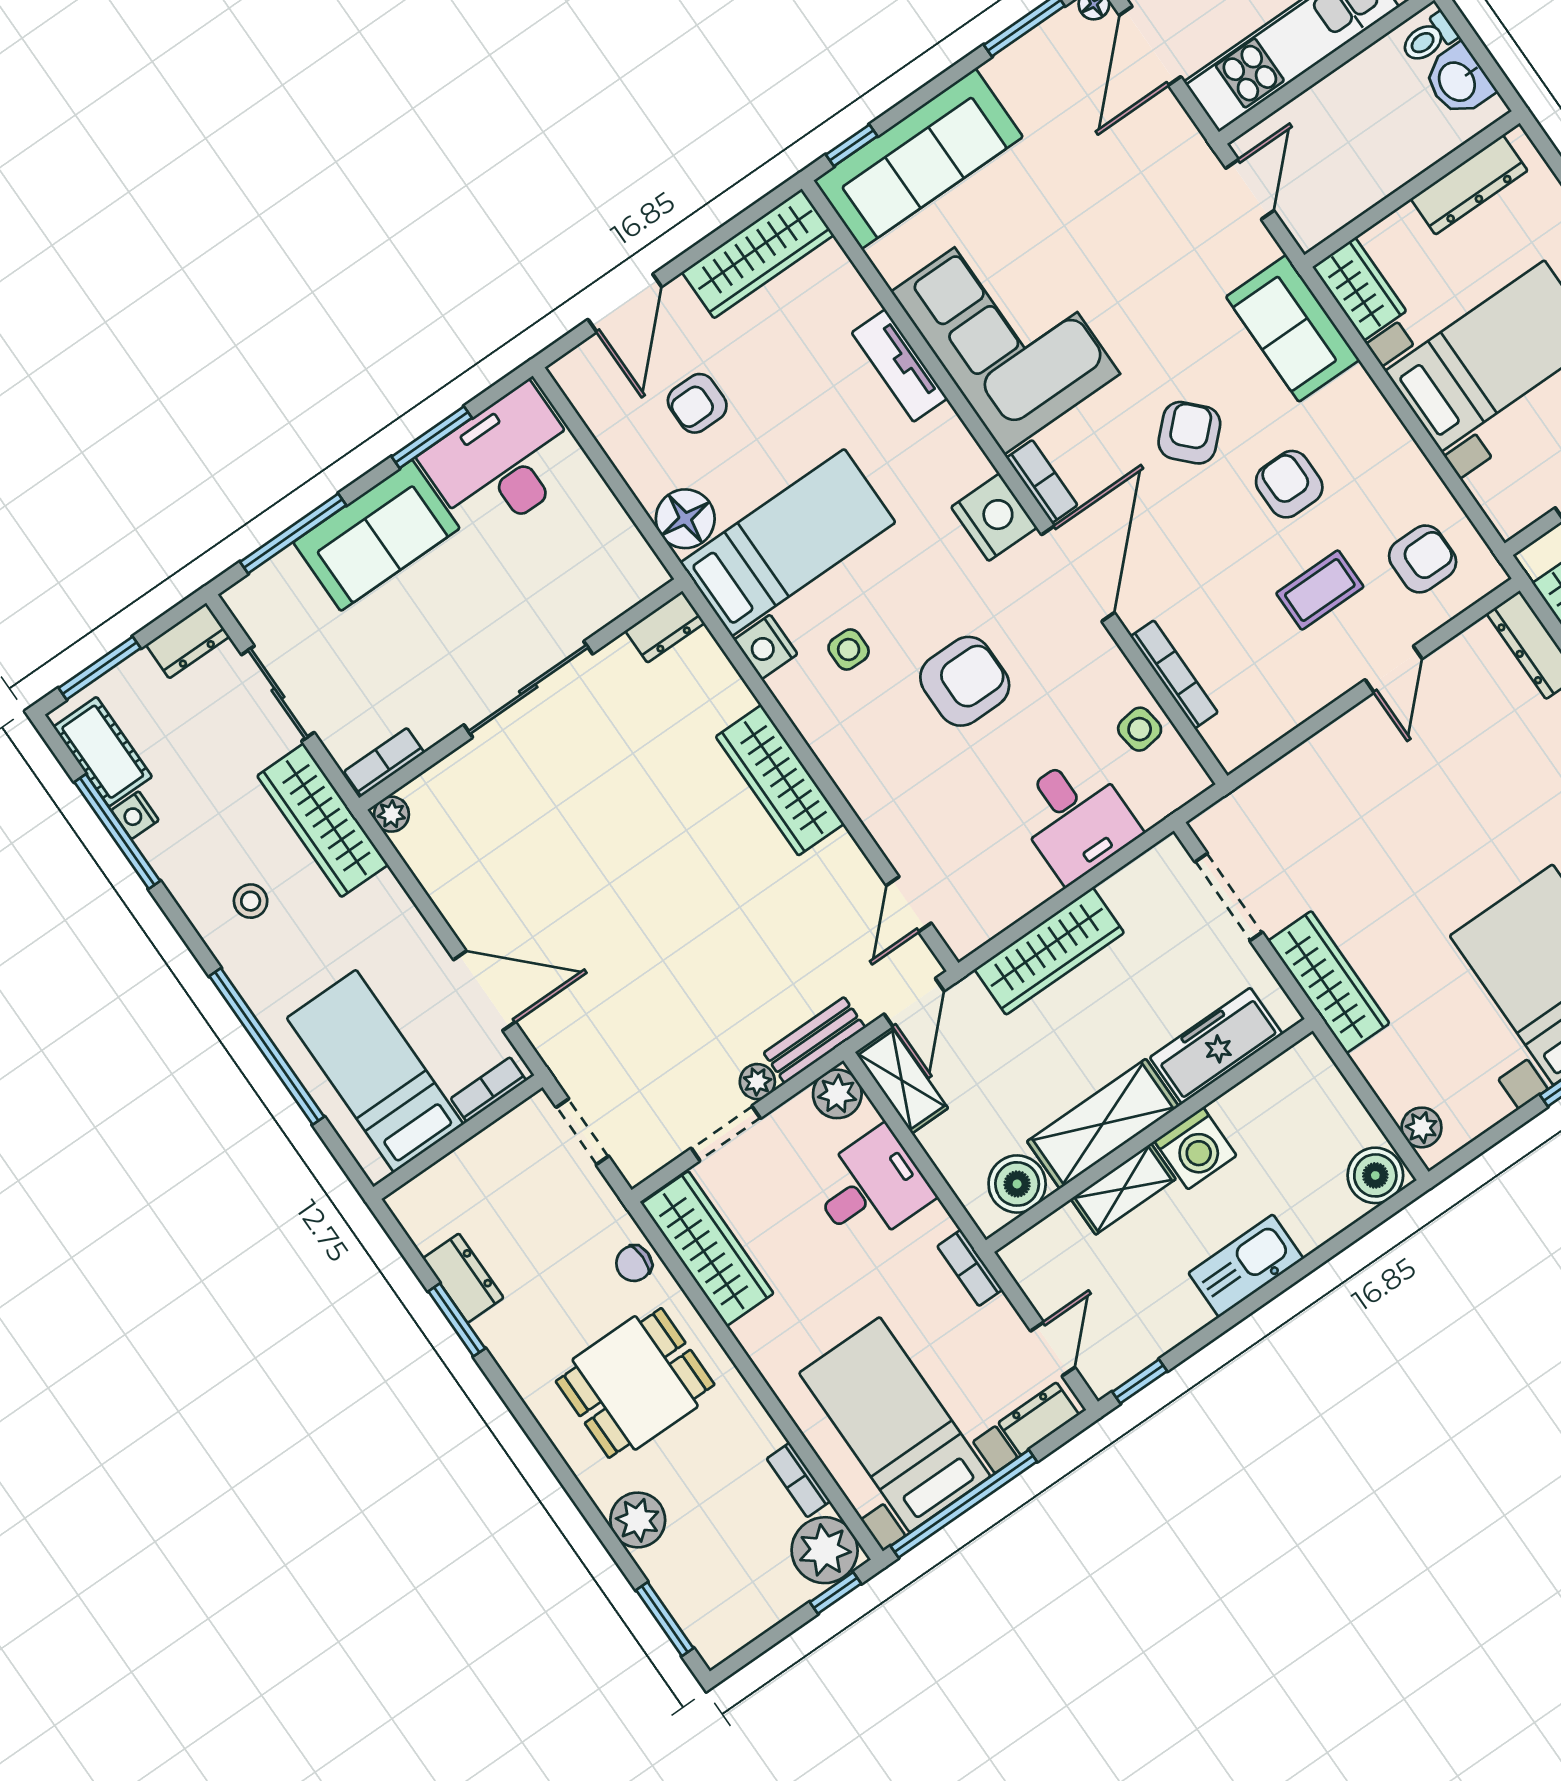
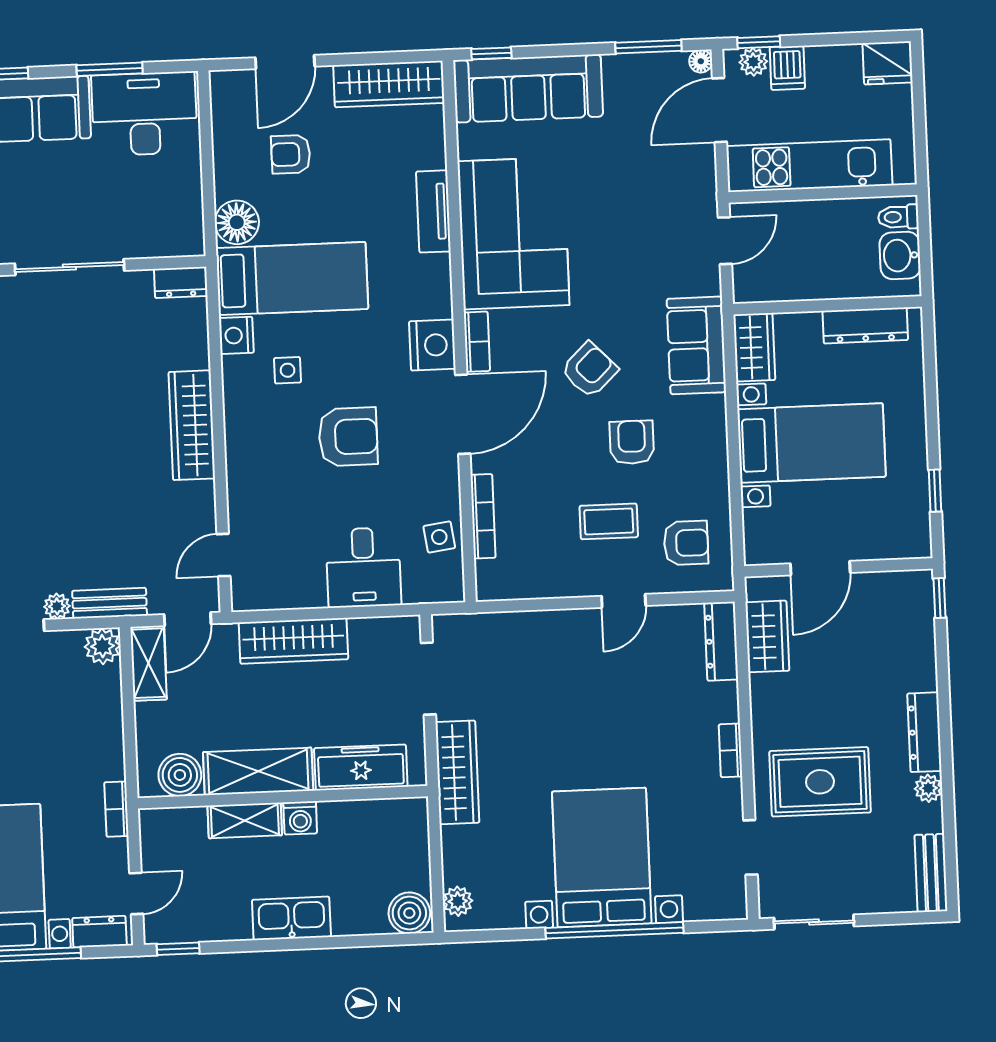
washing machine: (1195, 1148) -> (300, 818), width x0.73, depth x0.73
desk: (871, 1188) -> (86, 719), removed

